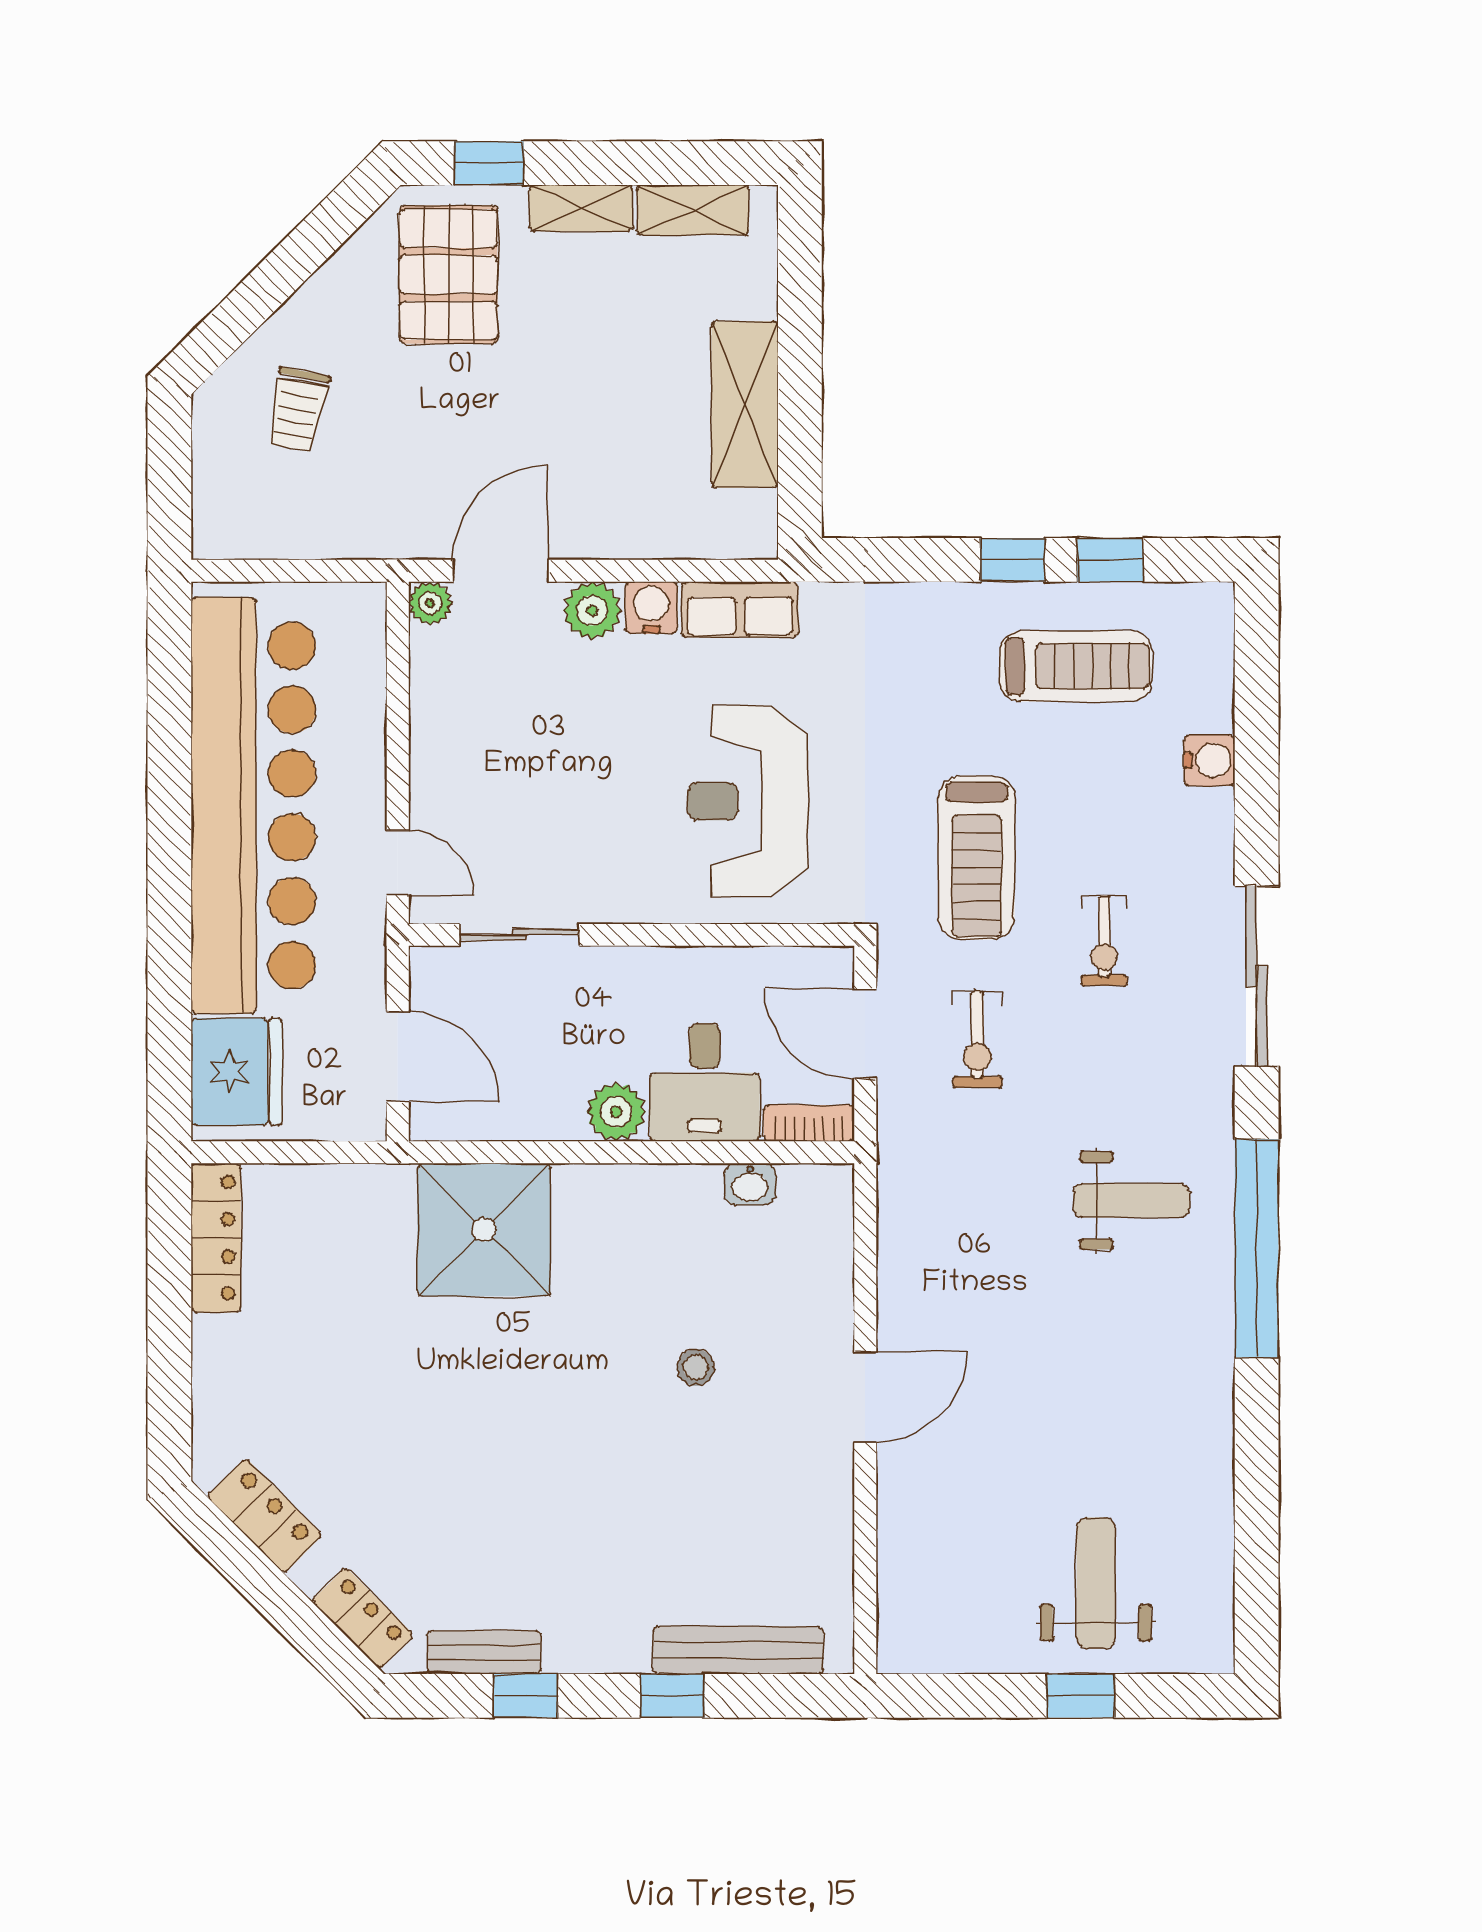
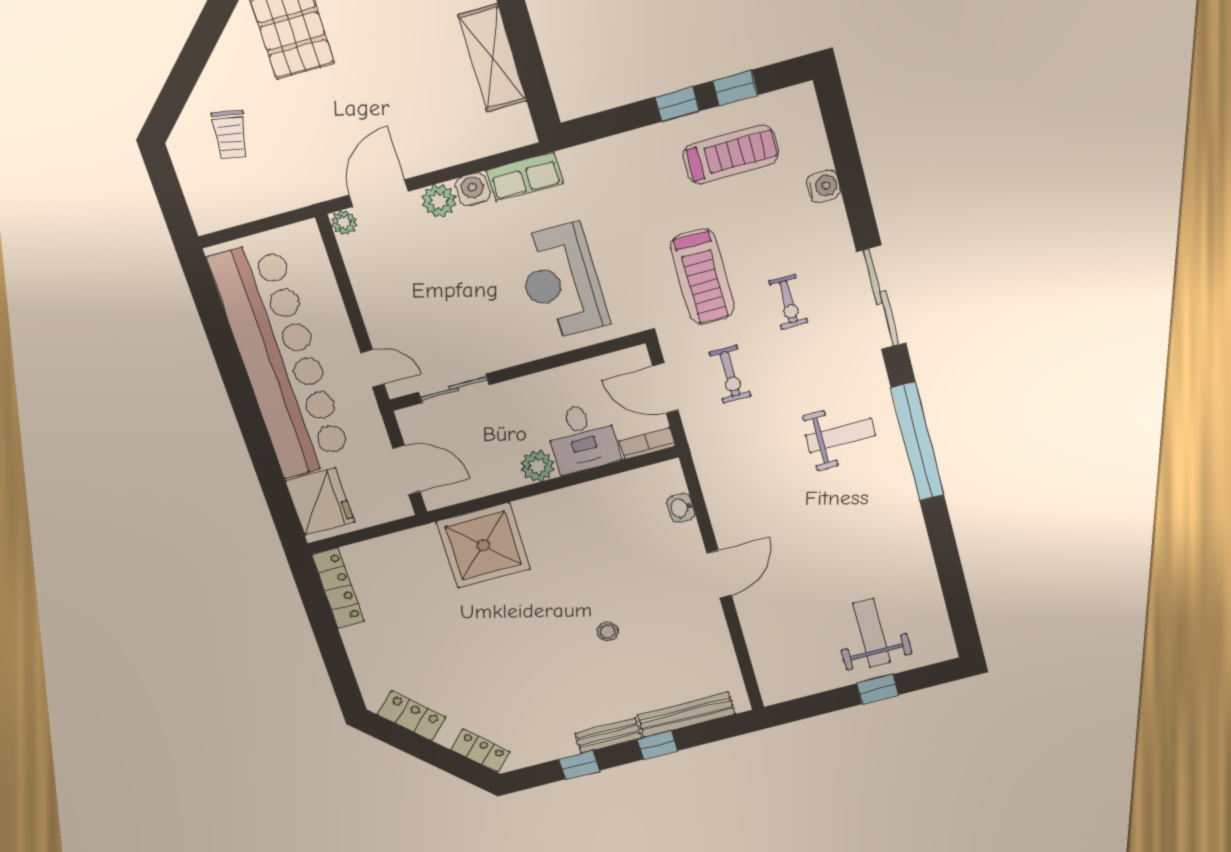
washbasin: (750, 1184) -> (681, 508), moved, turned 90
stool: (696, 1367) -> (608, 632), moved
bench: (484, 1652) -> (608, 736), moved

